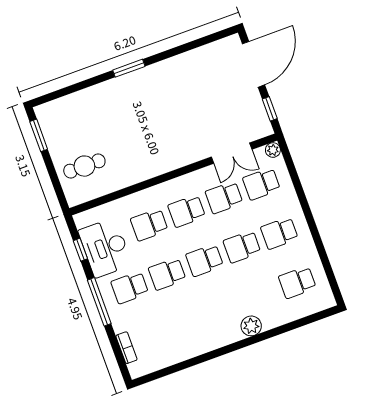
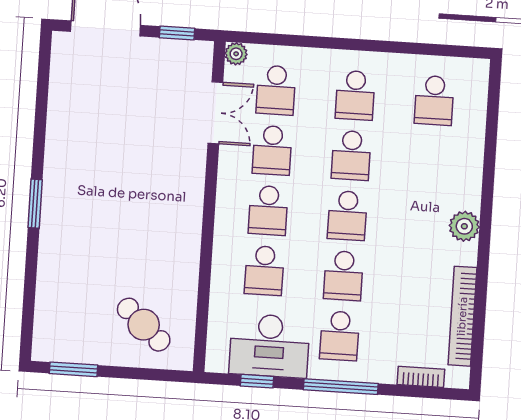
cafe table: (84, 166) -> (144, 325), turned -48
plant: (251, 326) -> (464, 226), moved
bookcase: (174, 357) -> (462, 316), added

